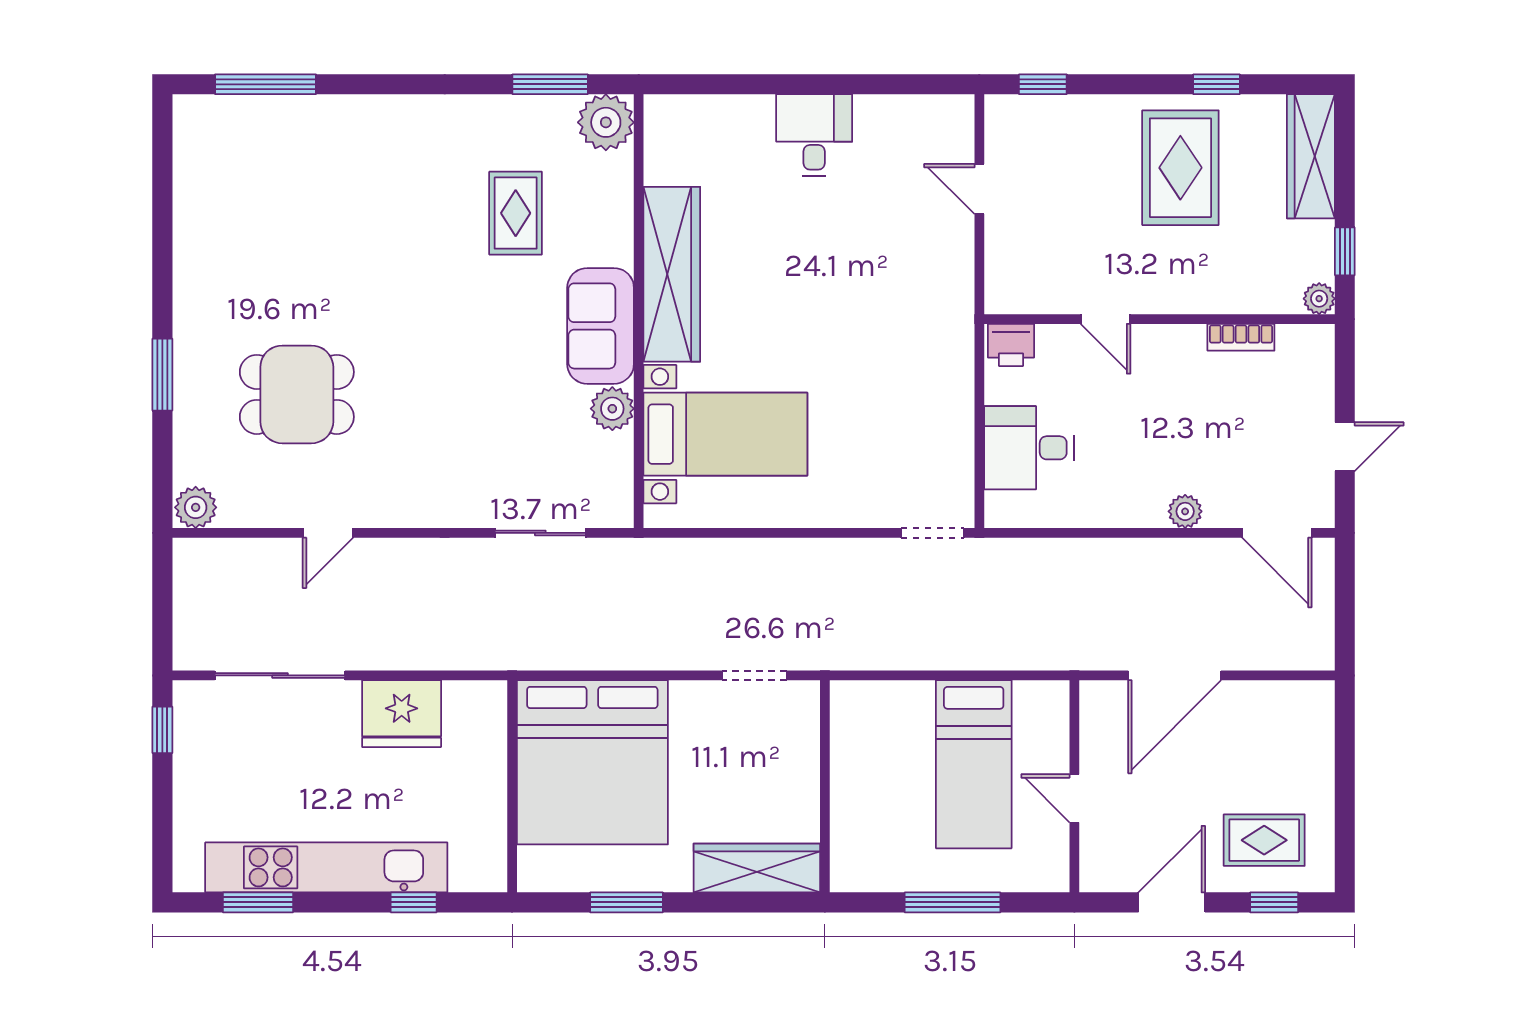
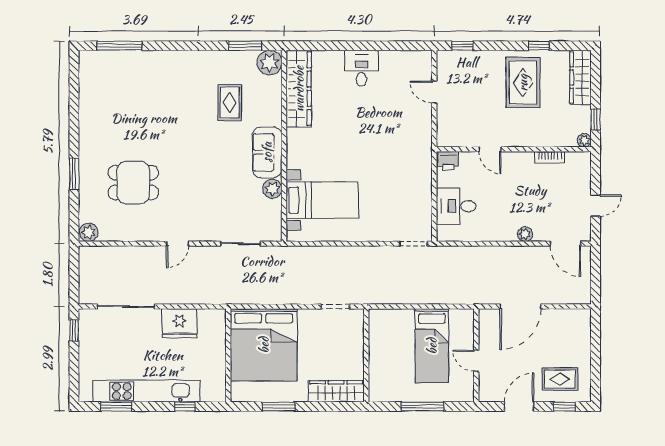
wardrobe: (672, 274) -> (299, 89), moved
door: (328, 533) -> (178, 244), moved

